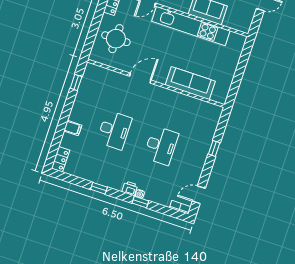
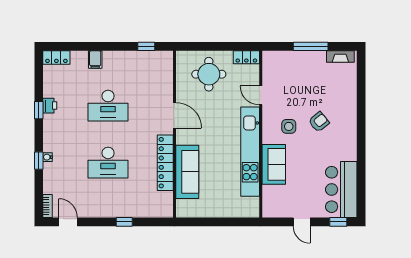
locker: (177, 99) -> (165, 163), added
printer: (130, 188) -> (50, 106), moved

